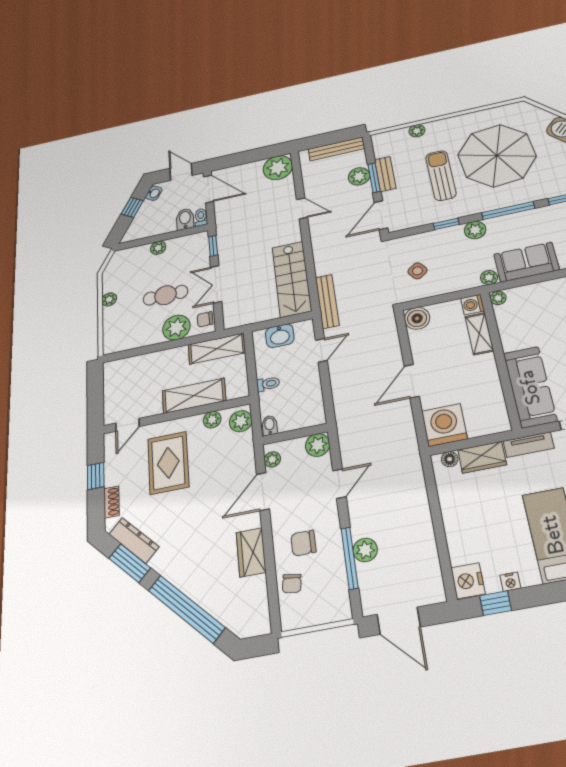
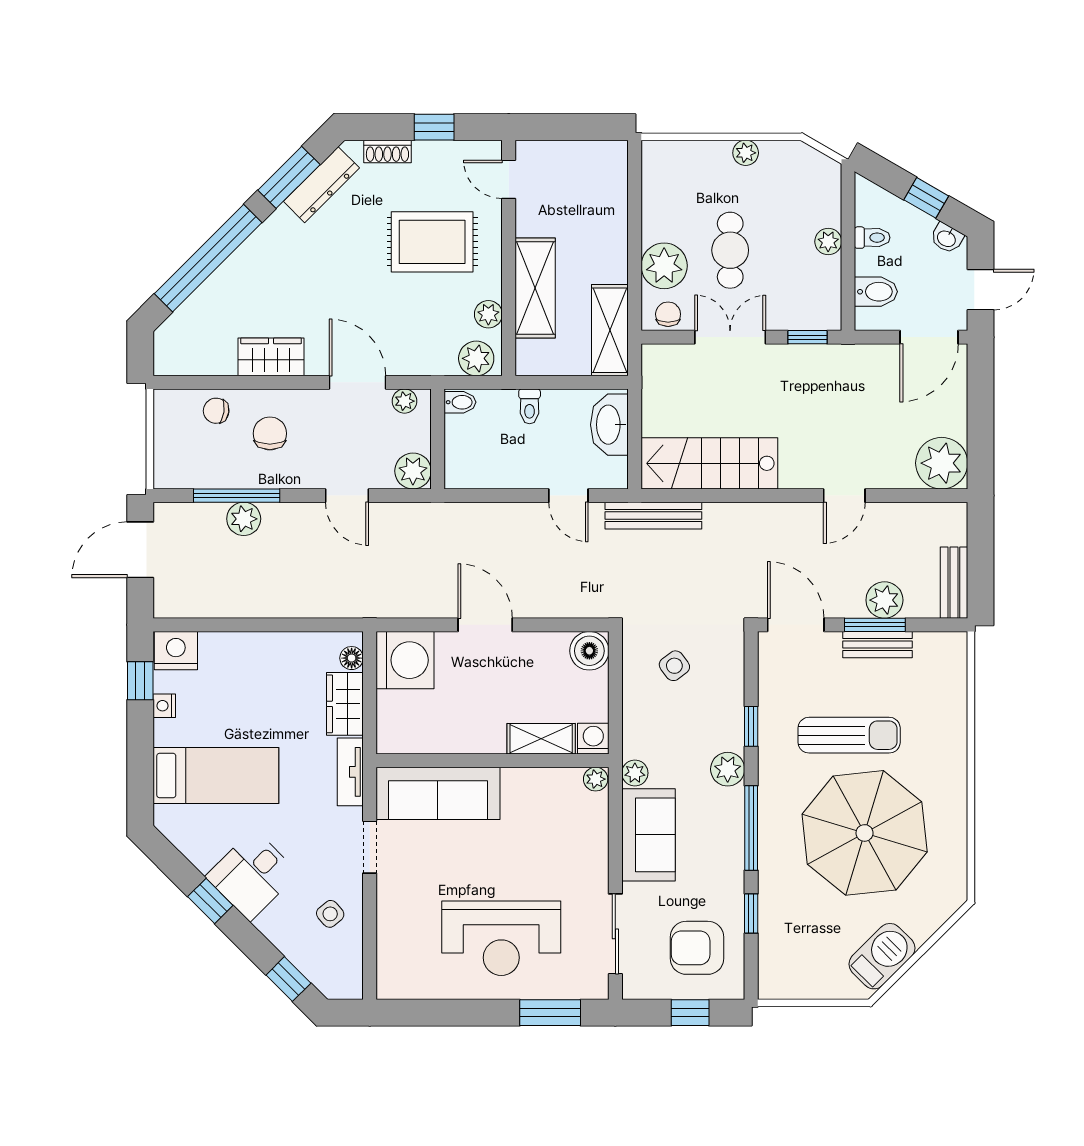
plant: (417, 131) -> (954, 712), removed
bench: (336, 149) -> (954, 583), width x0.73
toilet: (201, 217) -> (872, 238), moved
washbasin: (280, 336) -> (609, 425), width x1.38

